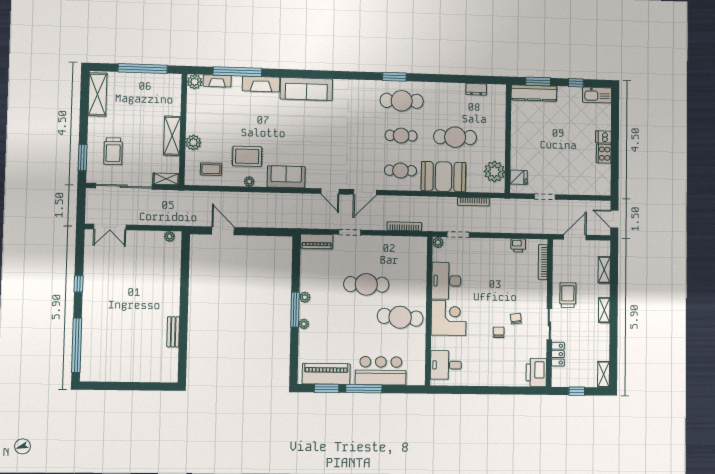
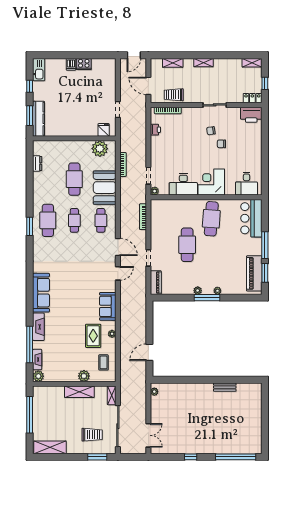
trolley: (568, 295) -> (174, 95), moved
locker: (558, 354) -> (252, 98), moved
bar counter: (381, 371) -> (251, 218), moved

